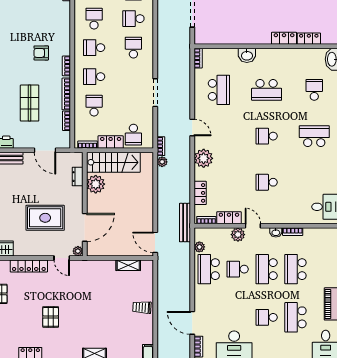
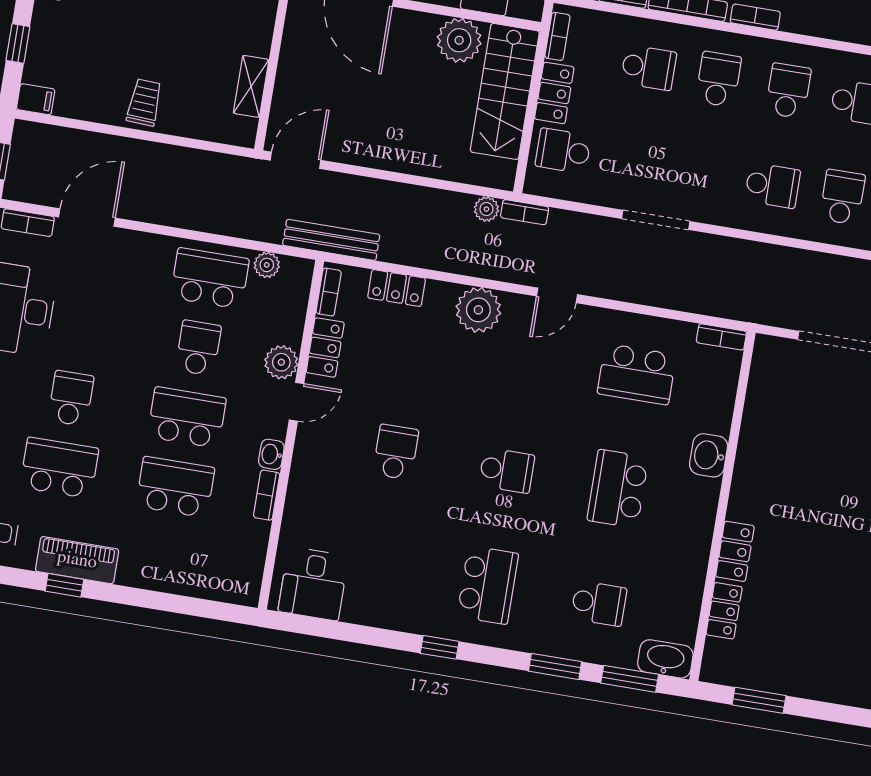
school desk: (267, 136) -> (507, 470), turned 90

